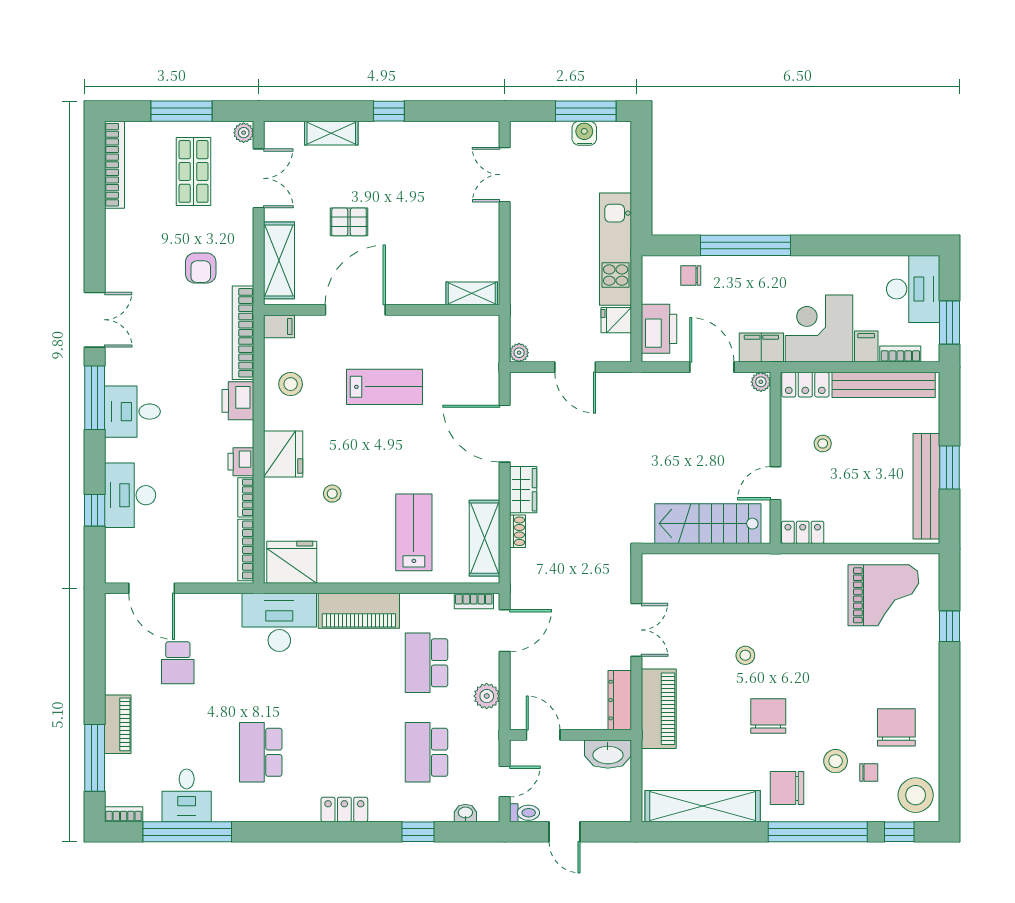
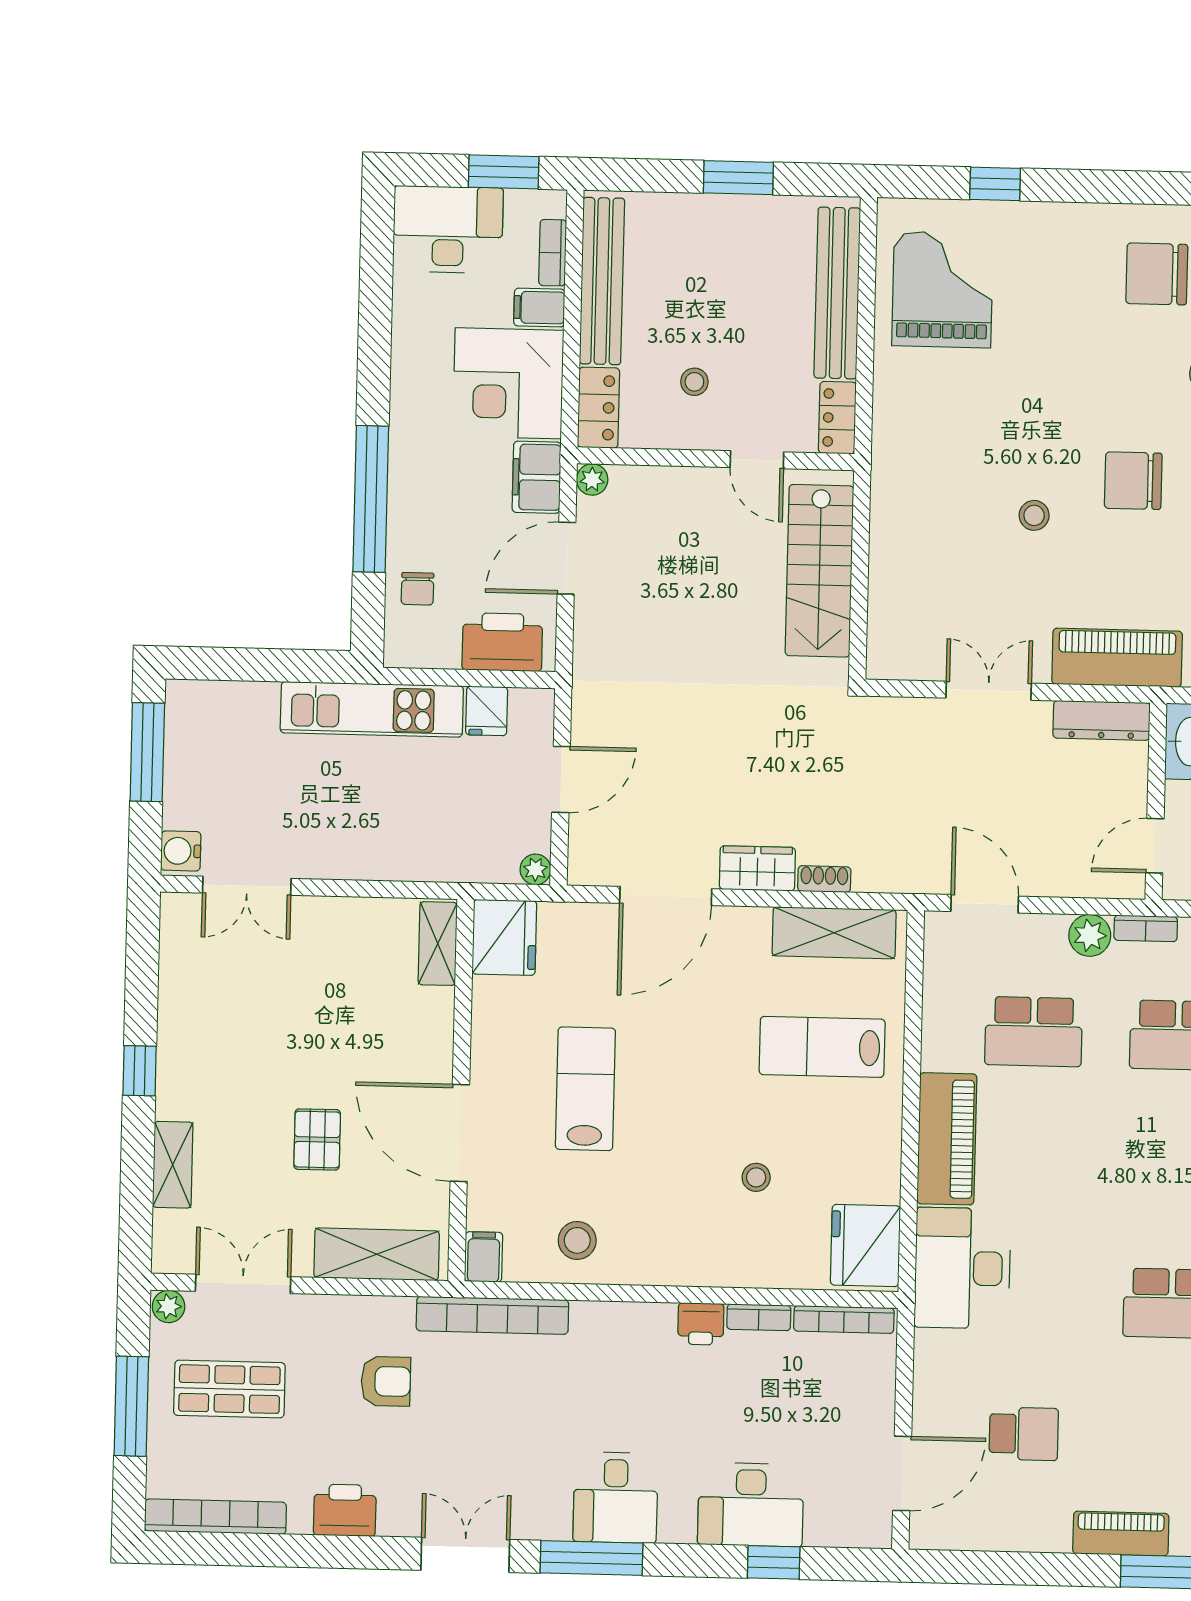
water cooler: (584, 133) -> (181, 851), moved
printer: (238, 401) -> (345, 1510), moved, turned 180
fridge: (283, 454) -> (504, 937), moved, turned 90
bench: (926, 486) -> (837, 293), moved, turned 90
bookcase: (474, 601) -> (1146, 928), moved, turned 90

